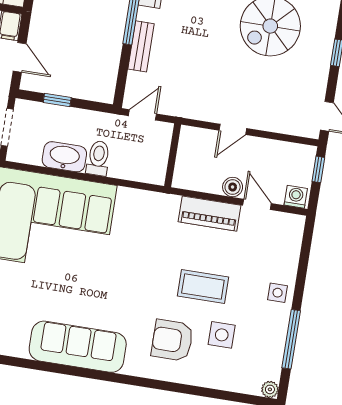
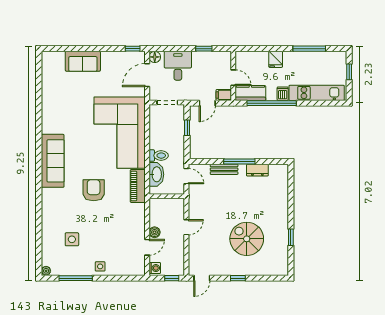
door: (233, 129) -> (186, 227), swing flipped
washbasin: (64, 157) -> (156, 174), moved
piano: (209, 214) -> (138, 186), moved
coffee table: (203, 287) -> (97, 225), removed
armchair: (172, 340) -> (94, 190), moved

